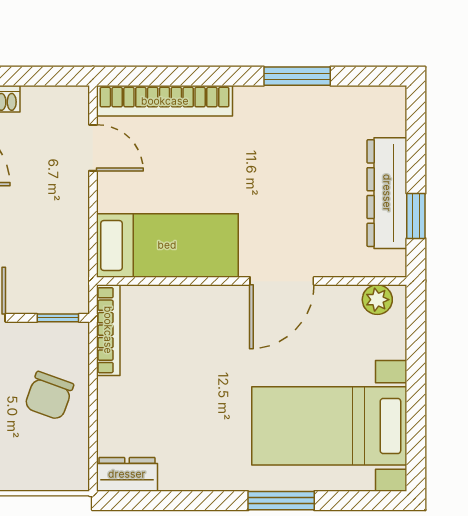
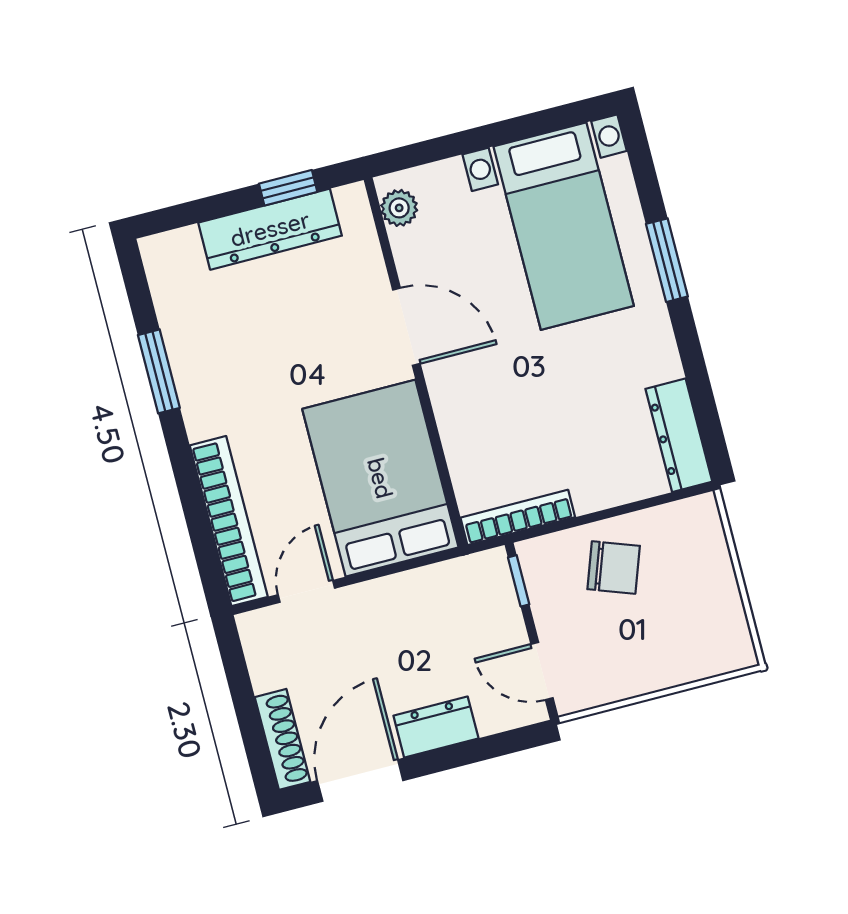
bed: (167, 245) -> (380, 478), width x1.50
dresser: (127, 474) -> (679, 435), width x1.44

